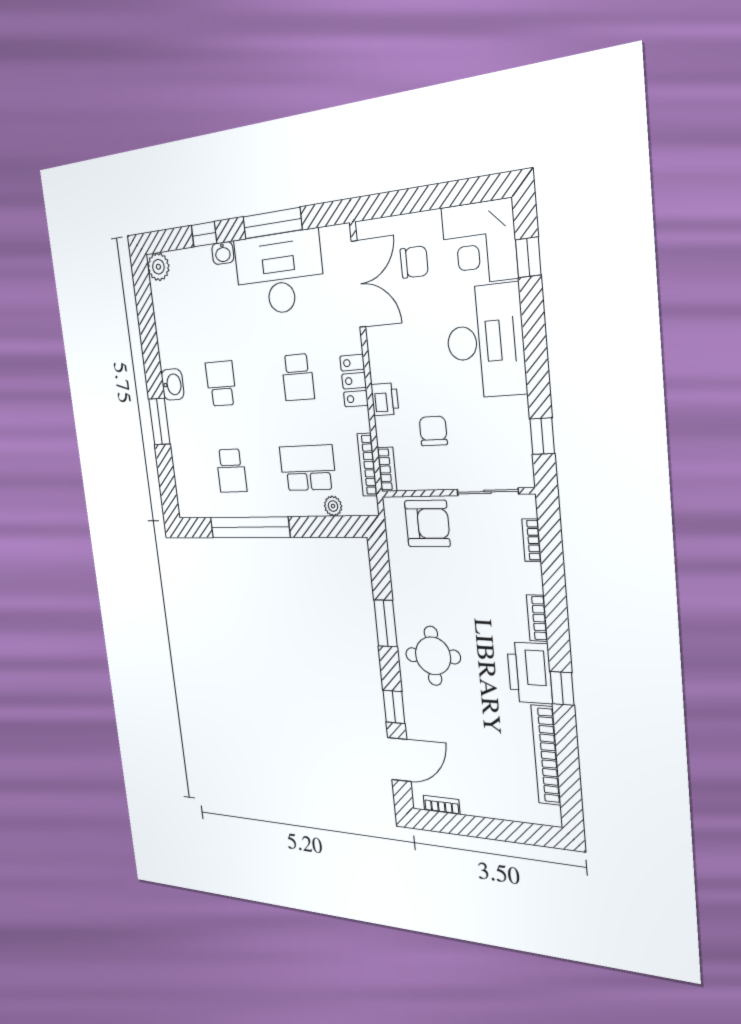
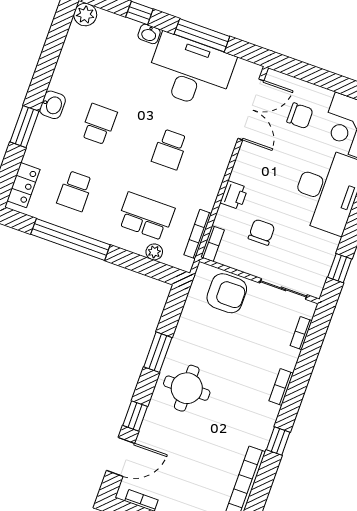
locker: (354, 381) -> (23, 185), moved, turned 180
printer: (529, 673) -> (258, 423), removed

